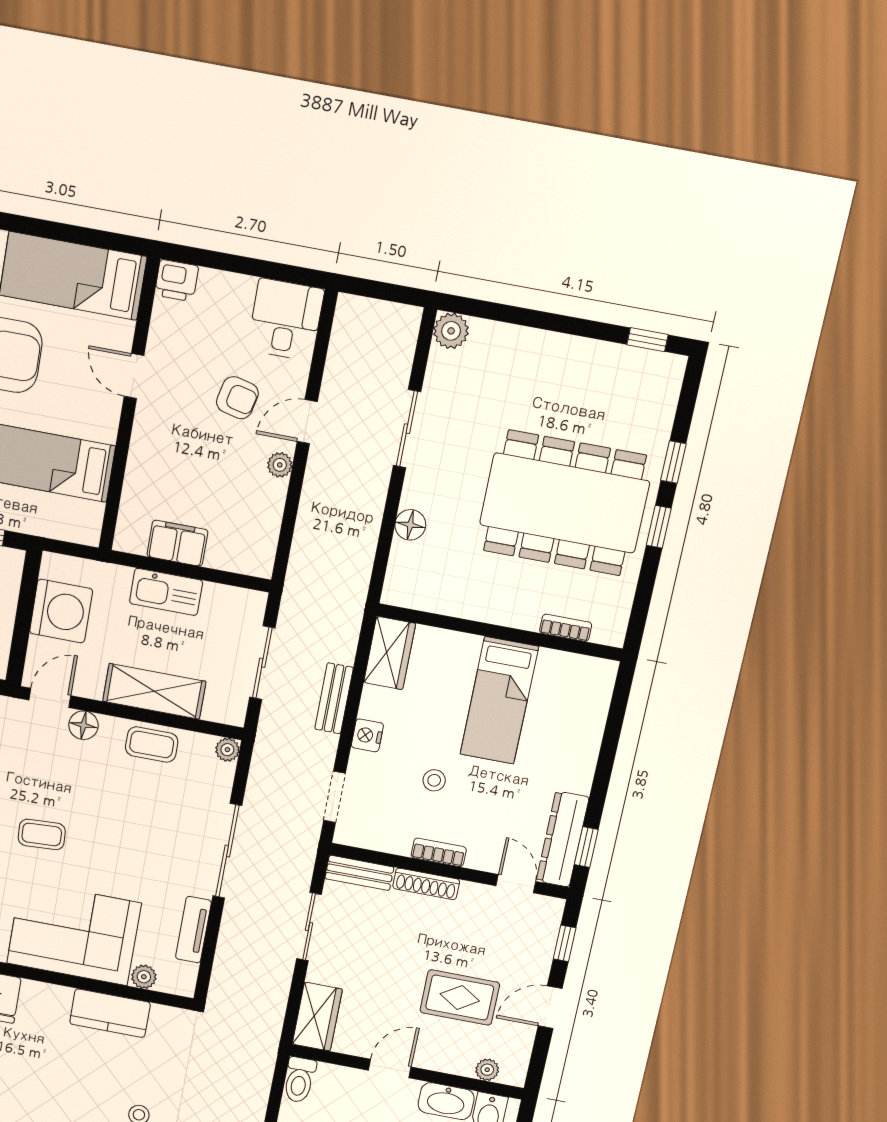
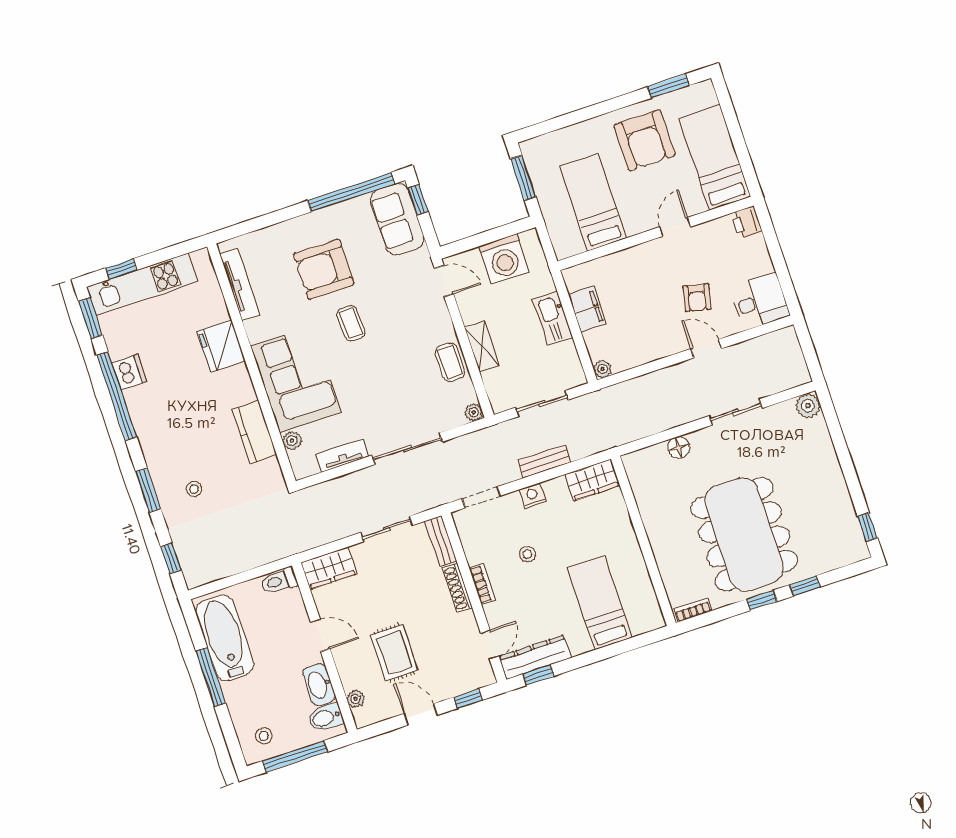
plant: (280, 465) -> (603, 369), moved
bookcase: (566, 628) -> (693, 610), moved, turned -90
shelving: (154, 691) -> (482, 346), width x0.67, depth x0.75
bed: (499, 700) -> (600, 602), moved, turned 90
floor lamp: (83, 725) -> (438, 312), removed

